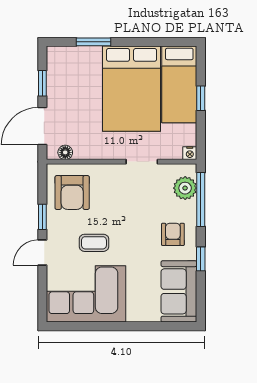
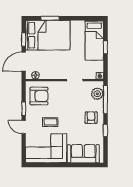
bed: (132, 89) -> (48, 35), moved, turned -90
armchair: (72, 193) -> (39, 96), turned -90
door: (42, 253) -> (24, 127), hinge flipped
sofa: (179, 291) -> (83, 154), moved, turned 90

